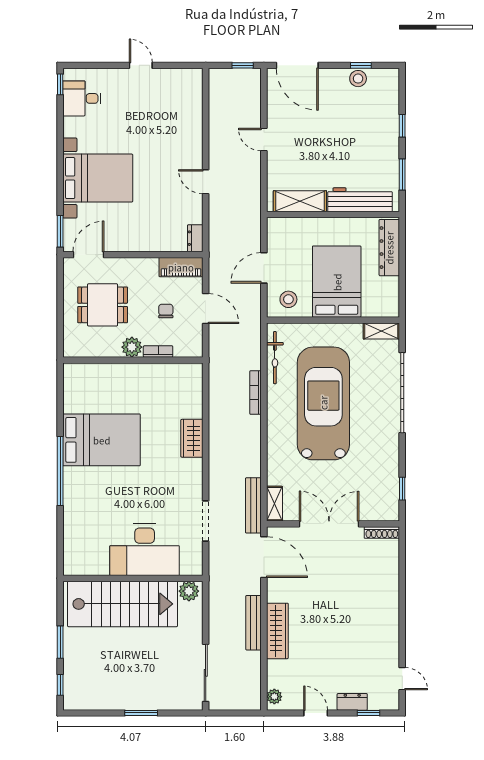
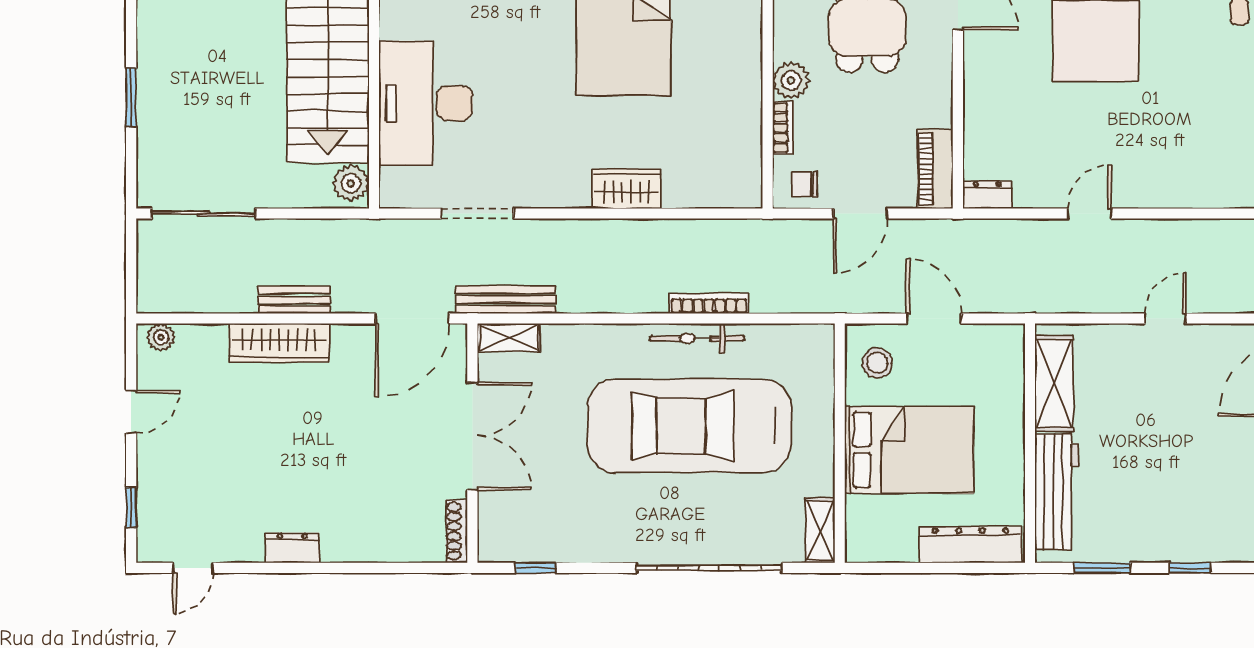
chair: (166, 311) -> (805, 184), moved, turned 180
bicycle: (275, 358) -> (697, 338), moved
car: (323, 403) -> (689, 426), turned 180
bench: (254, 623) -> (294, 300), width x0.73
dresser: (352, 702) -> (292, 548), moved, turned -90

